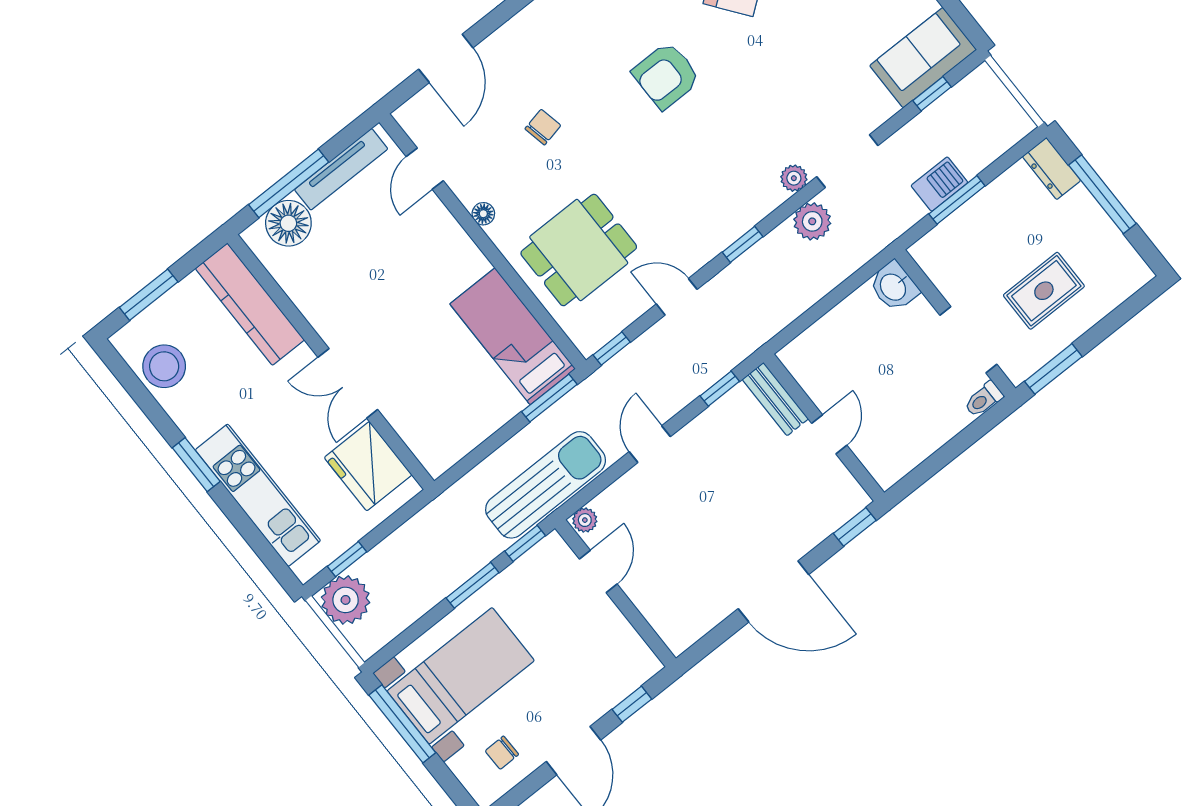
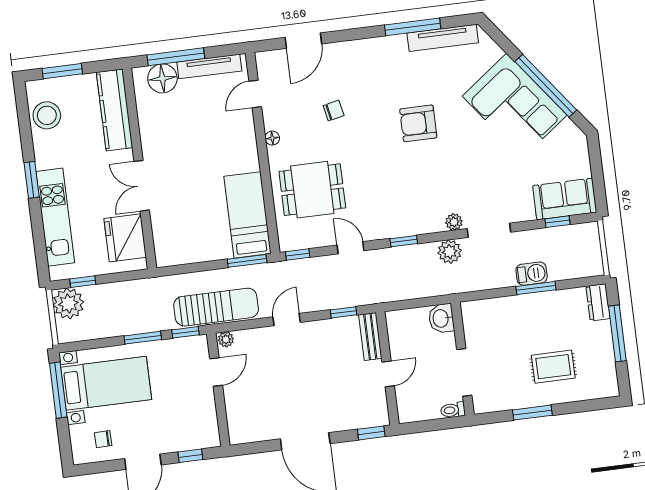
washbasin: (894, 286) -> (441, 318), moved
wall: (955, 323) -> (463, 359), moved
doorway: (968, 340) -> (464, 372), moved
toilet: (984, 399) -> (453, 410), moved

